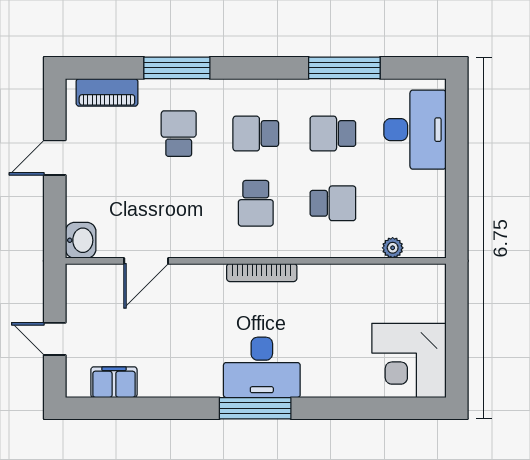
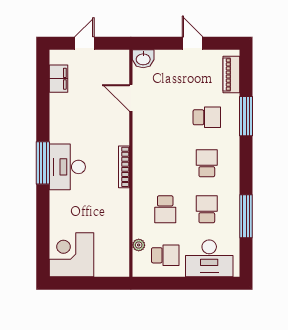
school desk: (256, 203) -> (165, 255), moved, turned 180

